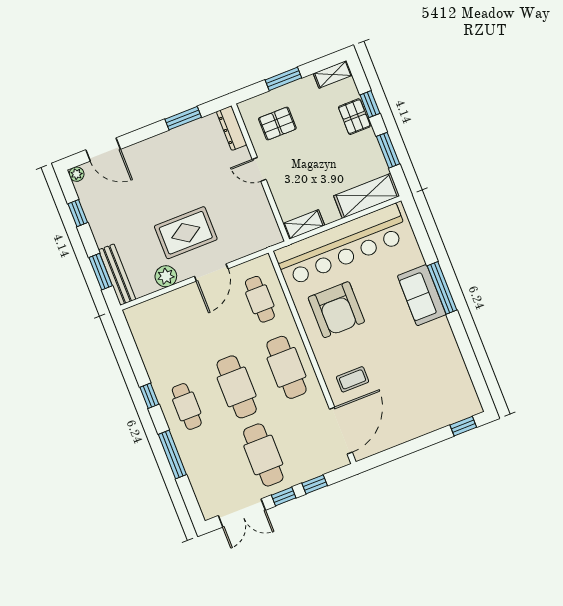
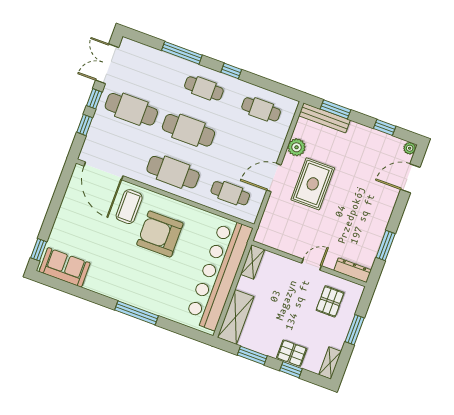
door: (211, 273) -> (274, 178), hinge flipped
sofa: (422, 295) -> (65, 267), moved
armchair: (336, 310) -> (160, 234), moved
cafe table: (160, 338) -> (261, 109), added
coffee table: (353, 379) -> (129, 207), width x1.36, depth x1.30

